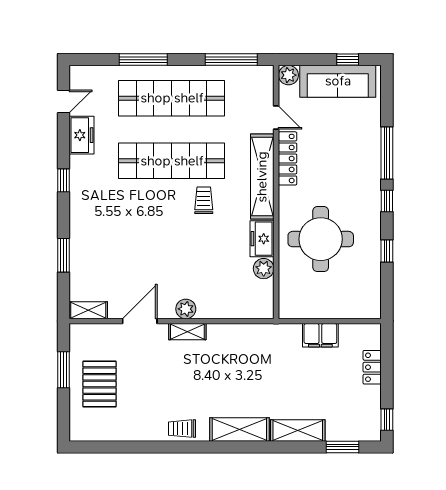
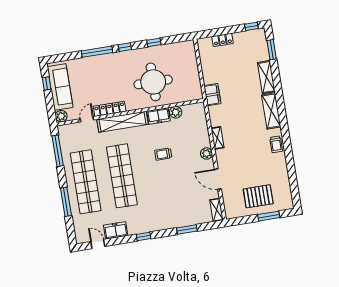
trolley: (204, 200) -> (163, 154), moved
shelving: (187, 332) -> (217, 138), moved
filing cabinet: (320, 335) -> (212, 95), moved
window: (64, 370) -> (269, 216), moved

